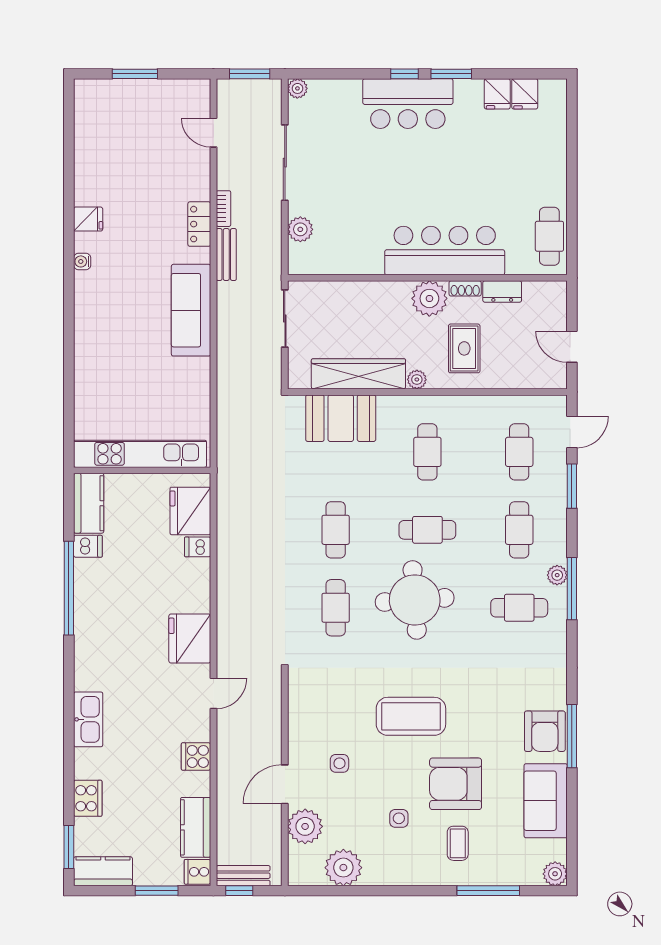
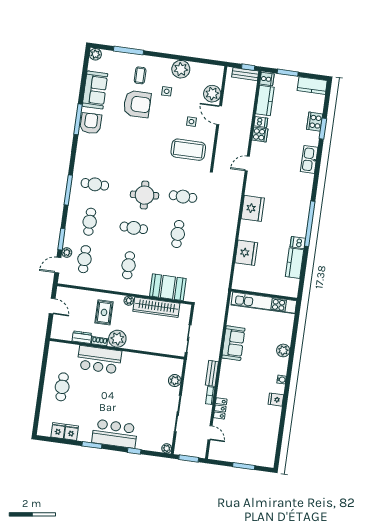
window: (405, 74) -> (134, 451), moved
locker: (199, 224) -> (220, 408), moved
cafe table: (549, 236) -> (62, 387), moved
bar counter: (445, 251) -> (99, 360), width x0.73
sofa: (191, 310) -> (233, 343), width x0.73
plant: (87, 321) -> (283, 350), added
kitchen unit: (140, 454) -> (264, 303), moved
wall: (142, 470) -> (264, 295), moved
dishwasher: (198, 547) -> (261, 122), moved
plant: (557, 575) -> (67, 253), moved
round table: (415, 600) -> (145, 195), width x0.73, depth x0.73
cafe table: (336, 608) -> (183, 197), turned 90
fridge: (190, 638) -> (253, 208), moved
coffee table: (411, 716) -> (188, 150), moved
door: (285, 784) -> (219, 115), swing flipped
window: (69, 847) -> (323, 129), moved
plant: (343, 868) -> (181, 69), moved

